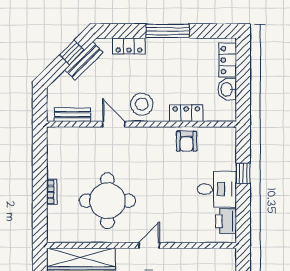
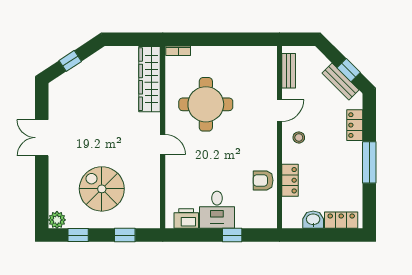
stool: (142, 104) -> (299, 137), width x0.53, depth x0.53
bookcase: (52, 192) -> (178, 51), moved

